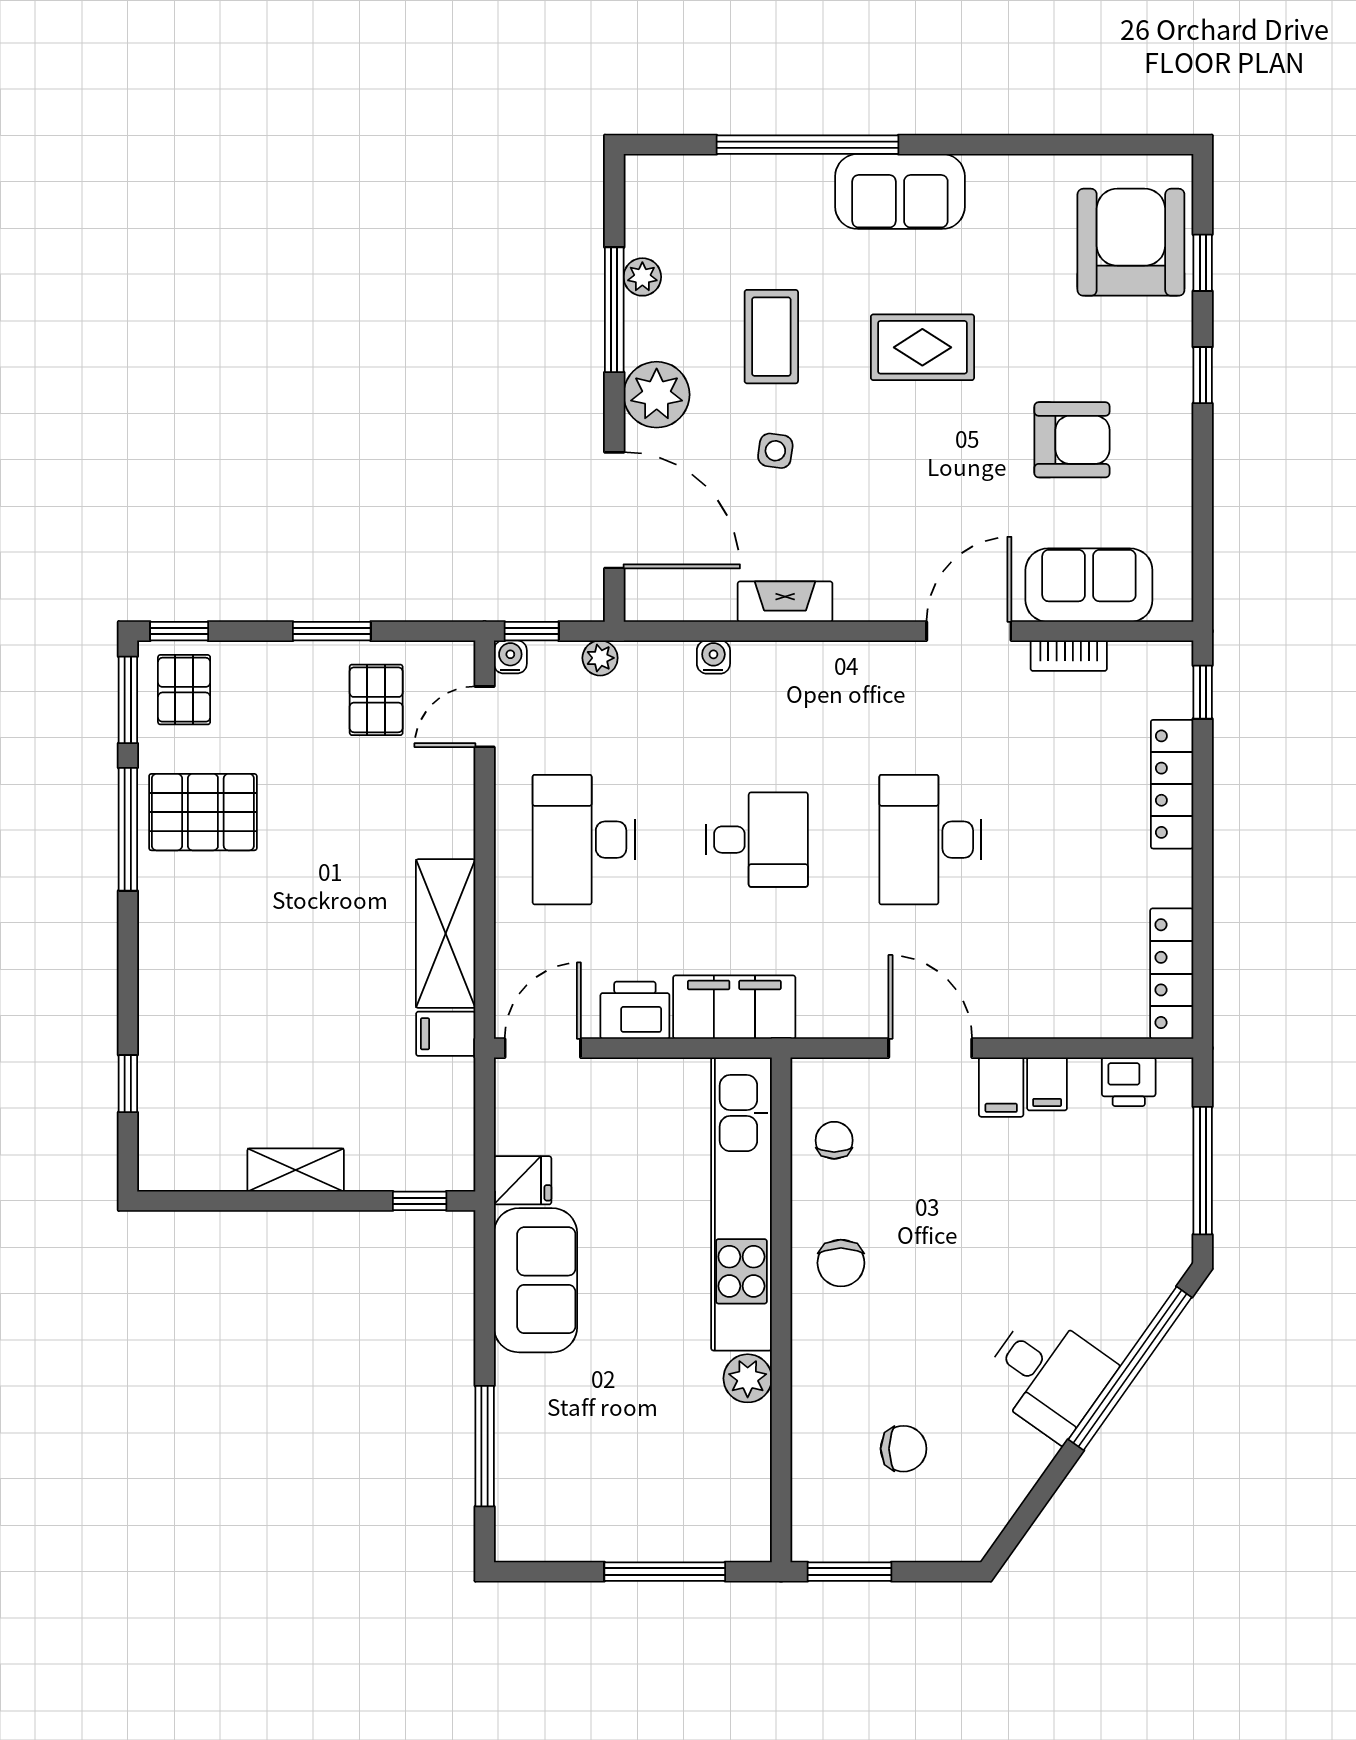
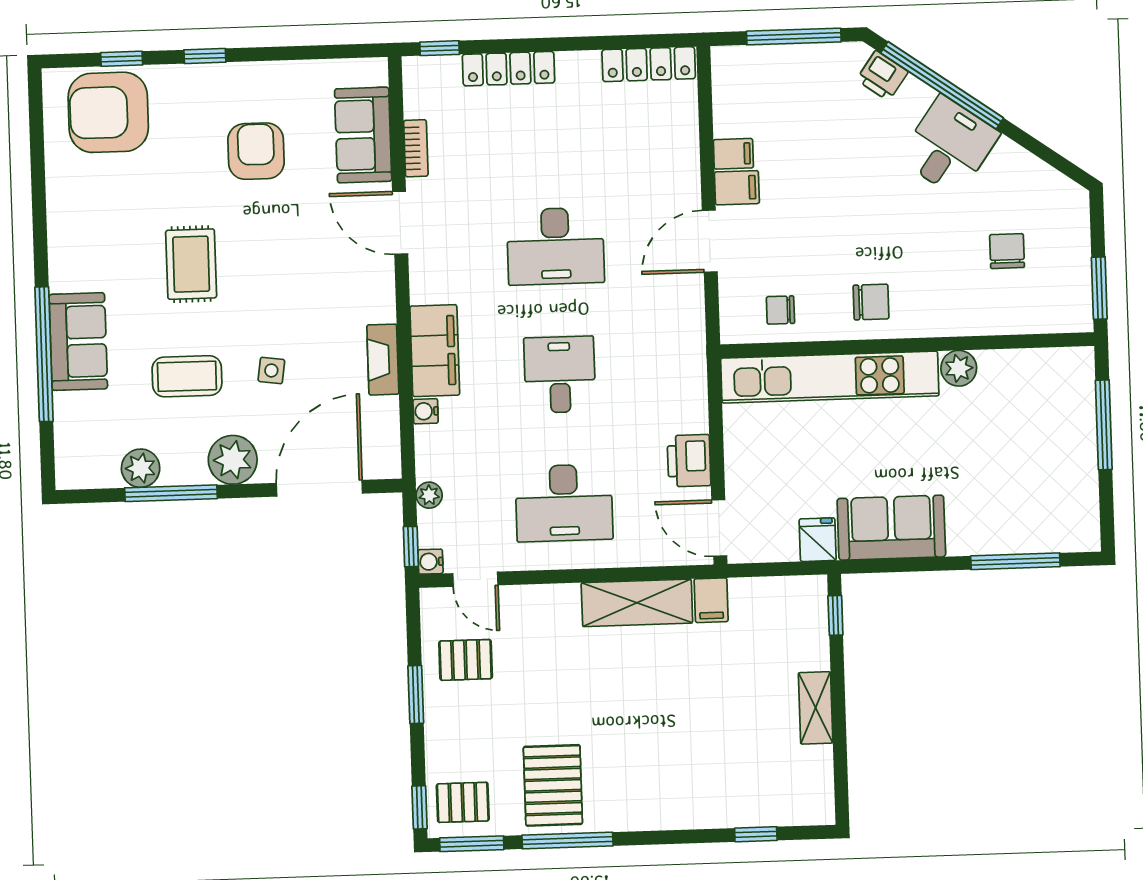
sofa: (900, 191) -> (78, 342), moved
plant: (642, 277) -> (141, 468), width x1.38, depth x1.38
filing cabinet: (734, 1007) -> (435, 351), moved, turned 180
printer: (1129, 1082) -> (882, 76), moved, turned 125

